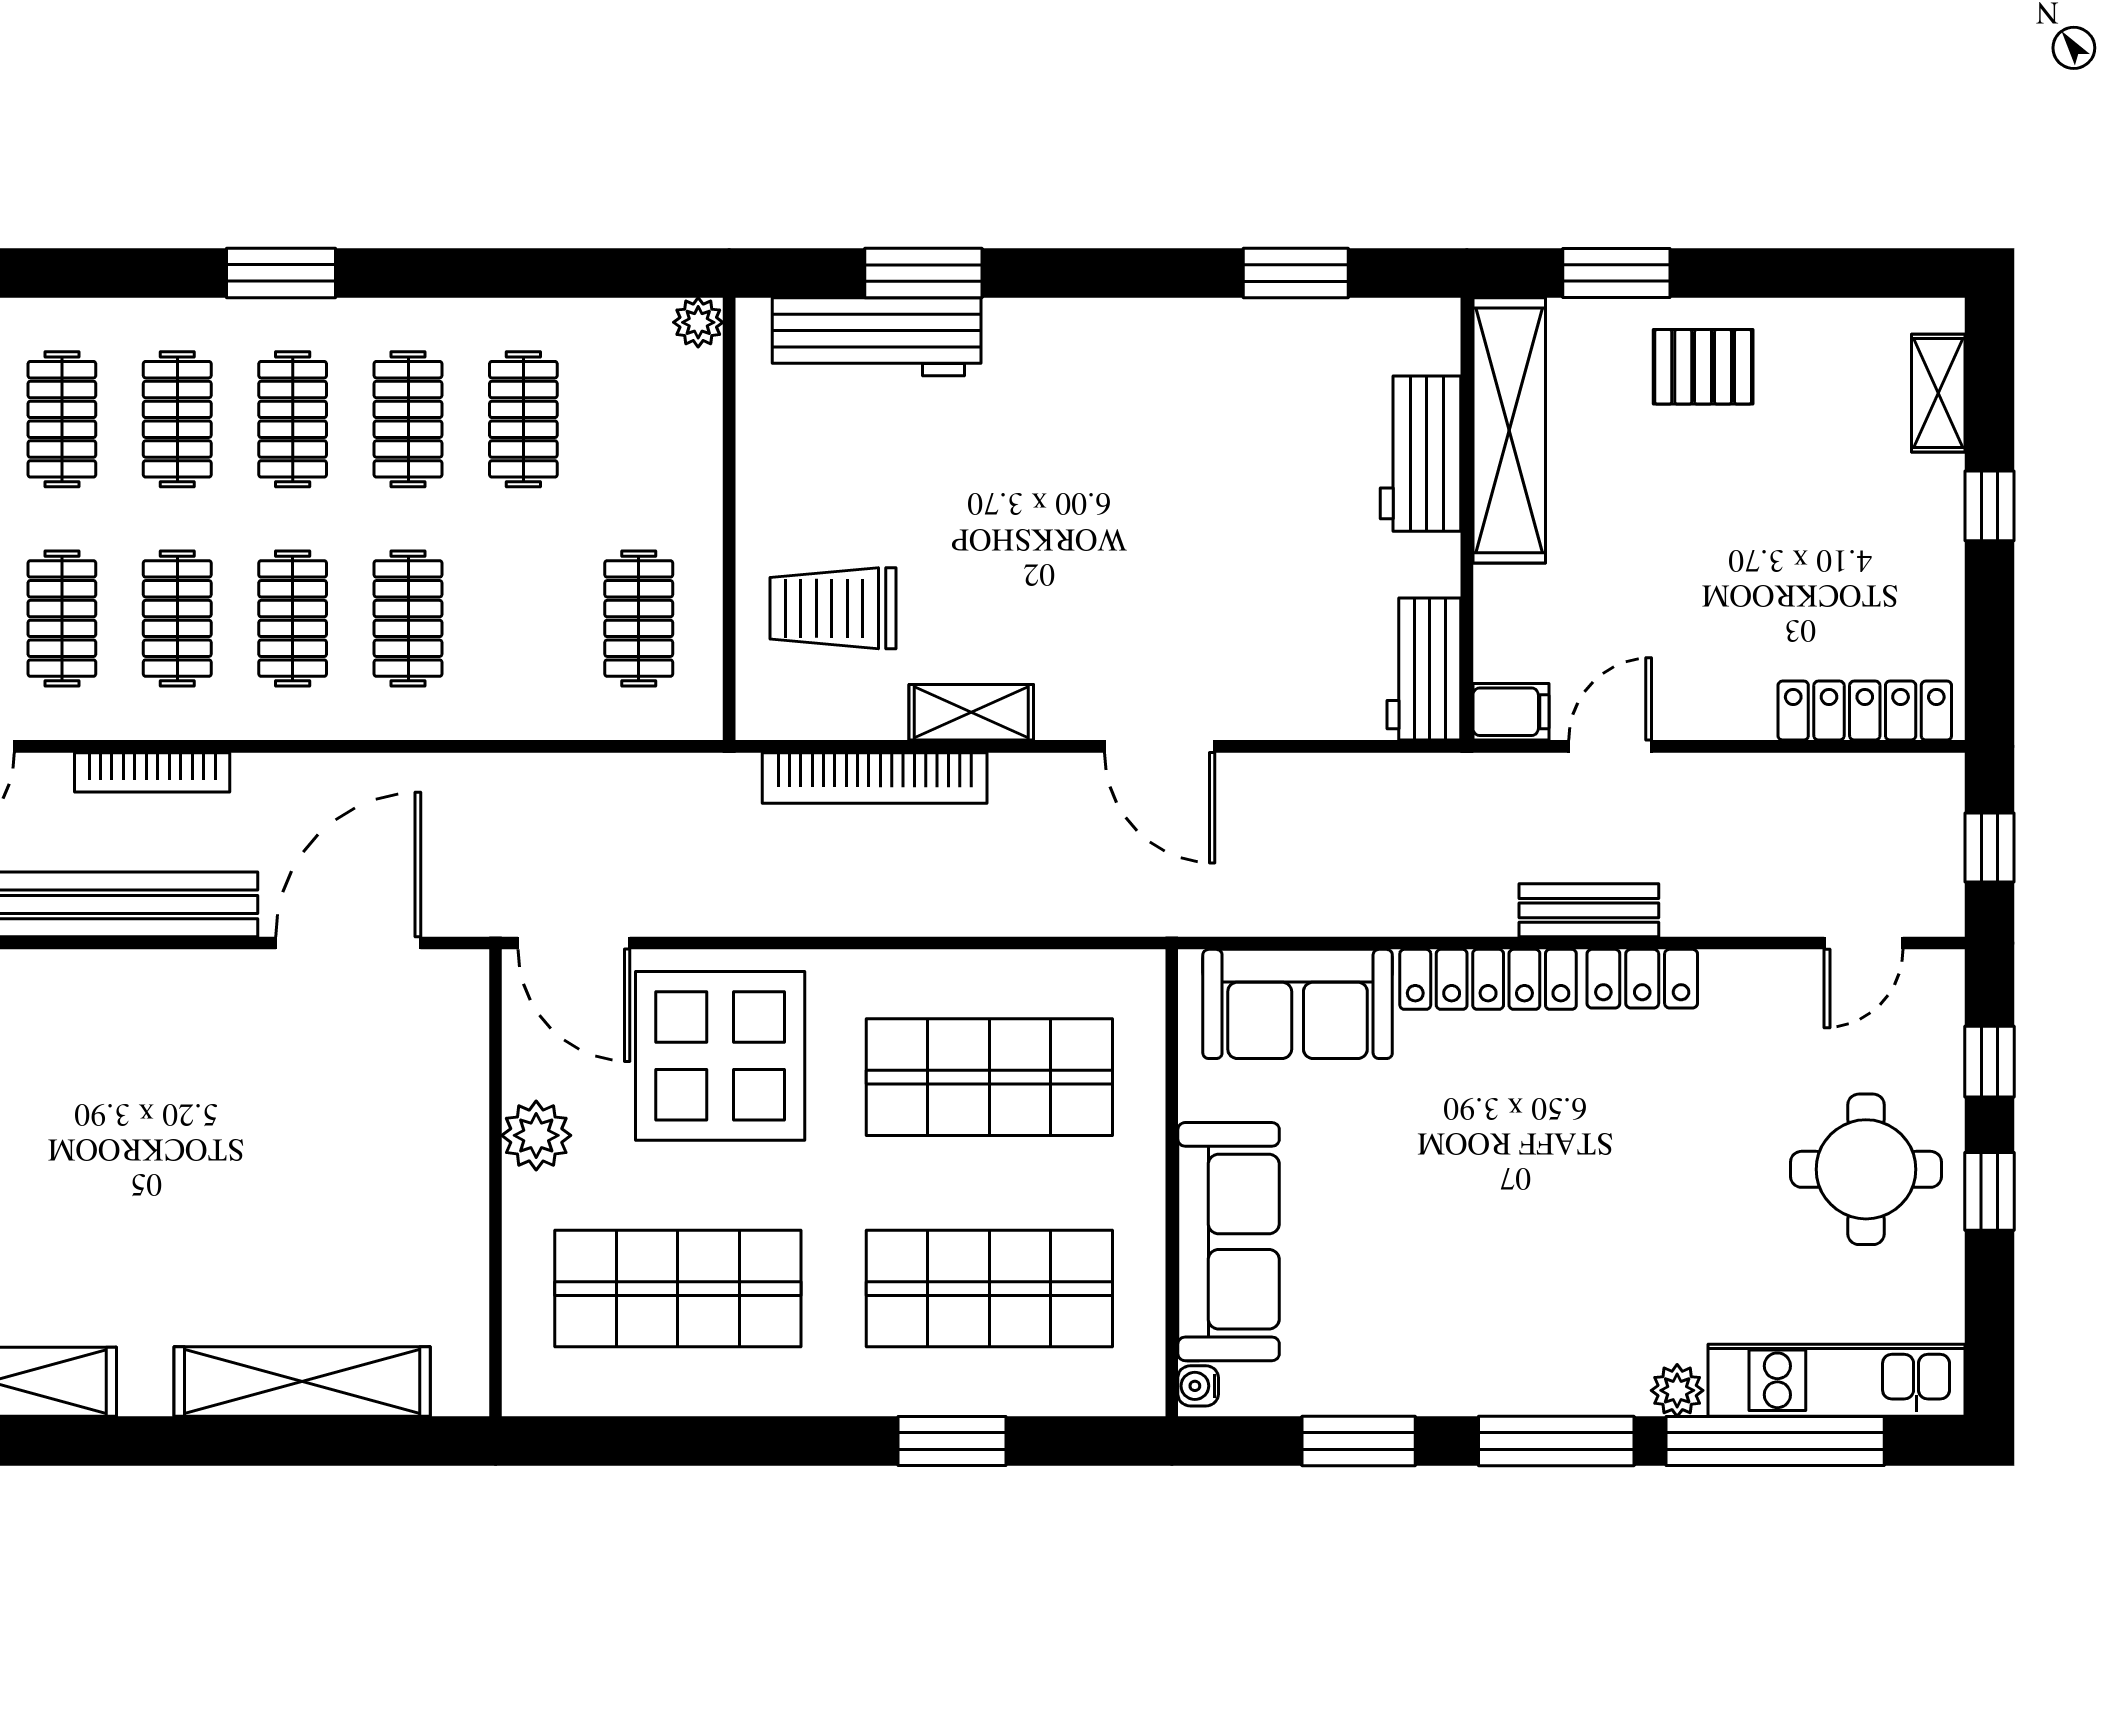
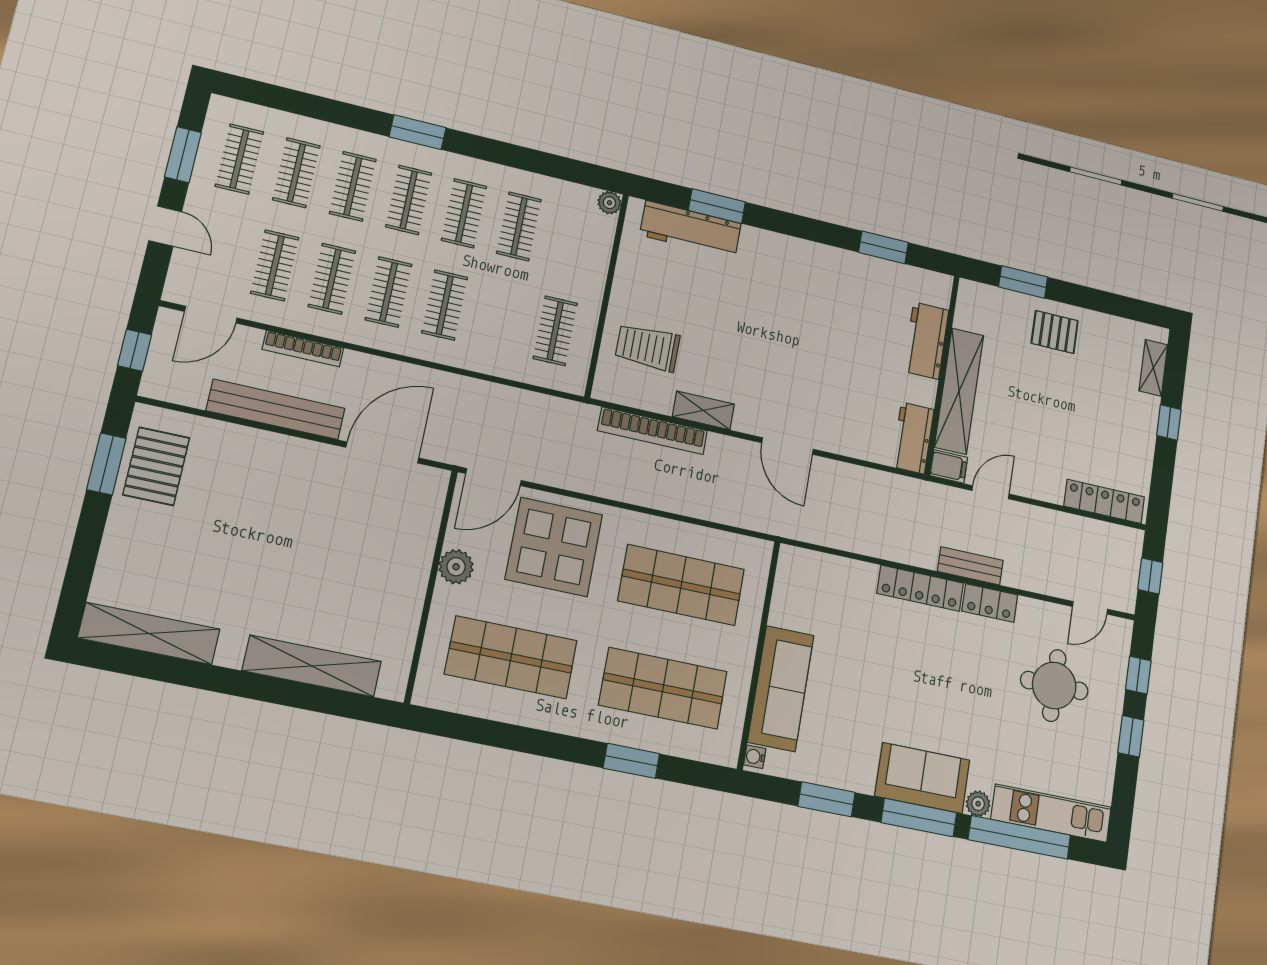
shelving: (1509, 430) -> (959, 391), moved
door: (574, 943) -> (494, 477), hinge flipped
sofa: (1298, 1004) -> (922, 778), moved, turned 180
round table: (1866, 1169) -> (1054, 685), moved

